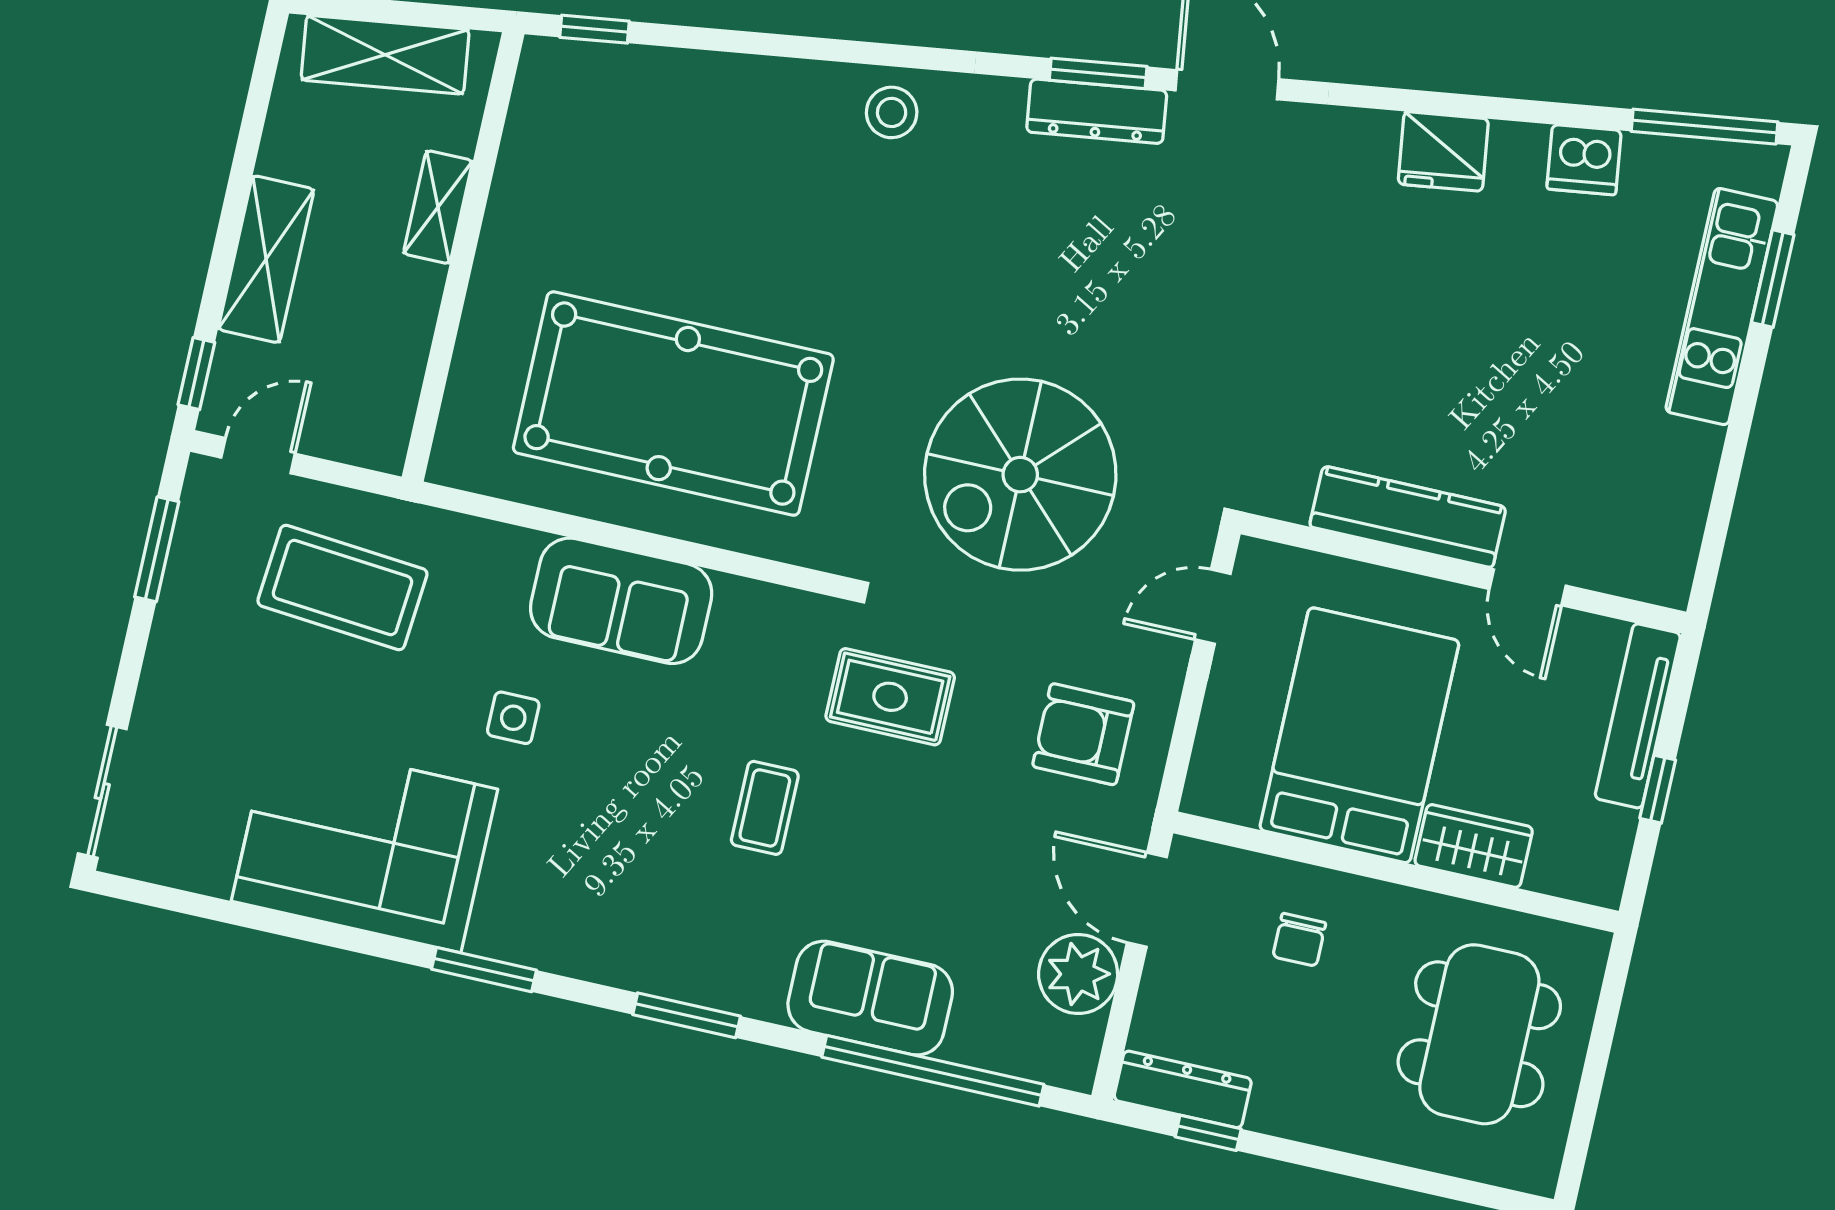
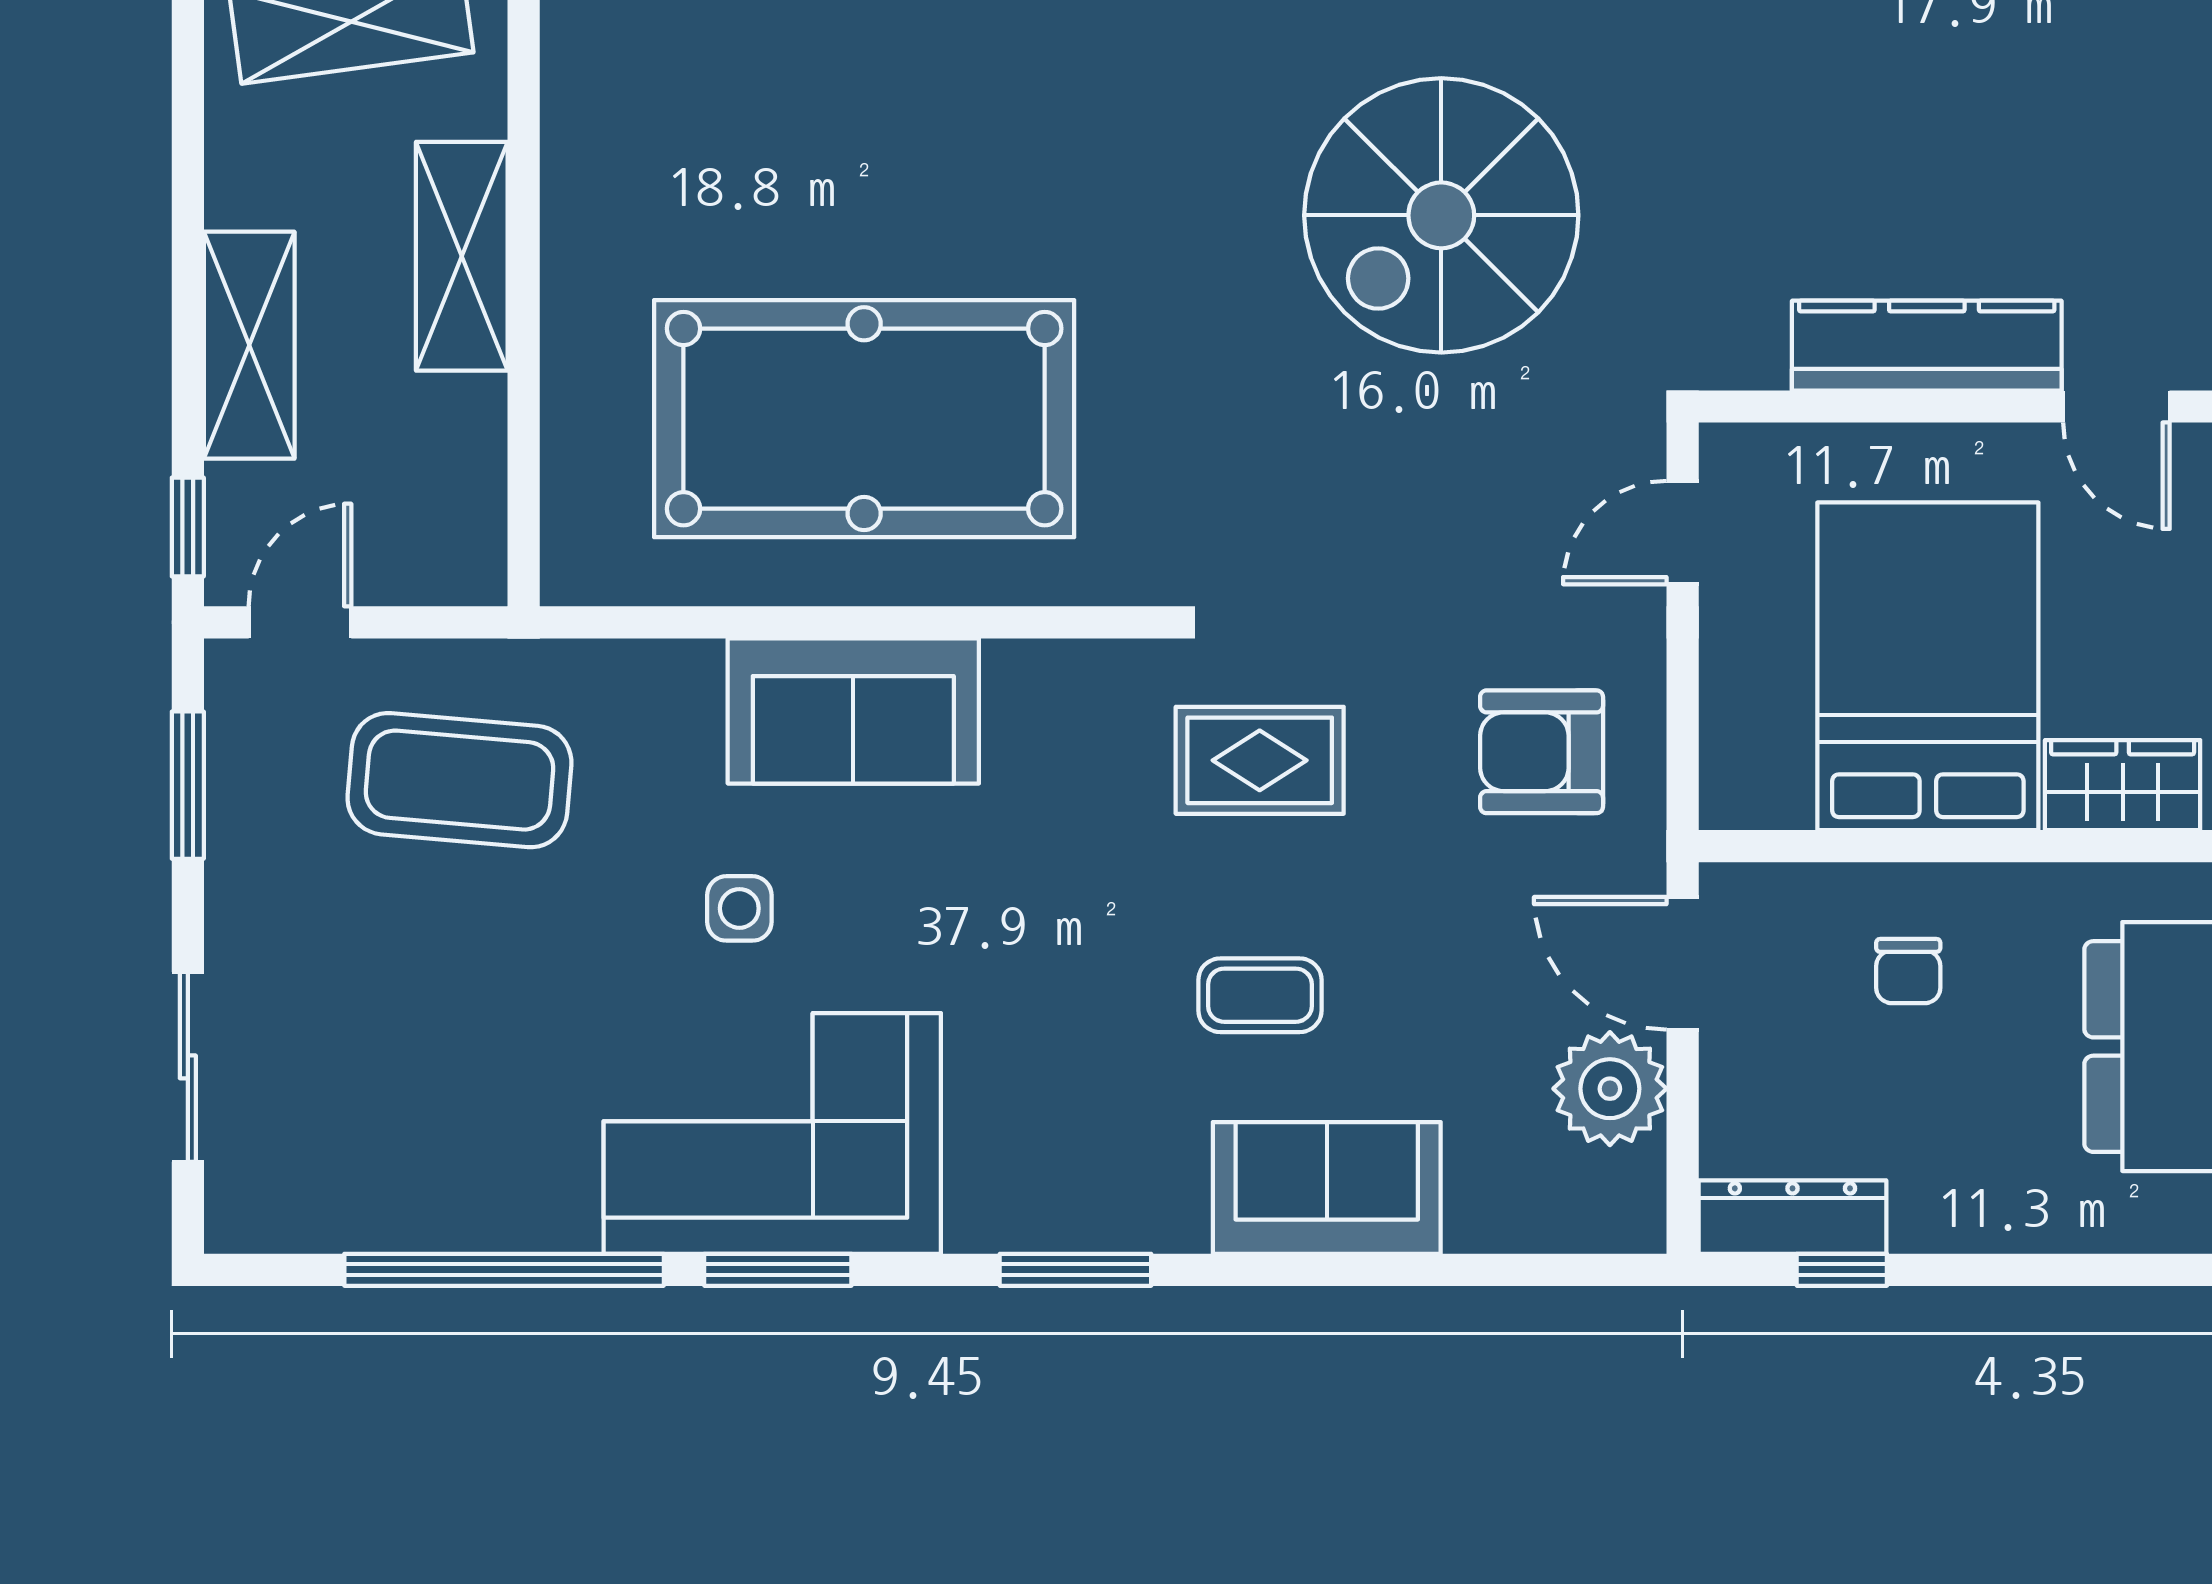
shelving: (438, 207) -> (462, 256), width x1.50, depth x1.33
spiral stairs: (1020, 475) -> (1441, 215), moved
sliding door: (102, 791) -> (188, 1067), moved
coffee table: (765, 808) -> (1260, 995), moved, turned 90
corner sofa: (365, 845) -> (772, 1133), moved
window: (933, 1071) -> (504, 1270), moved

